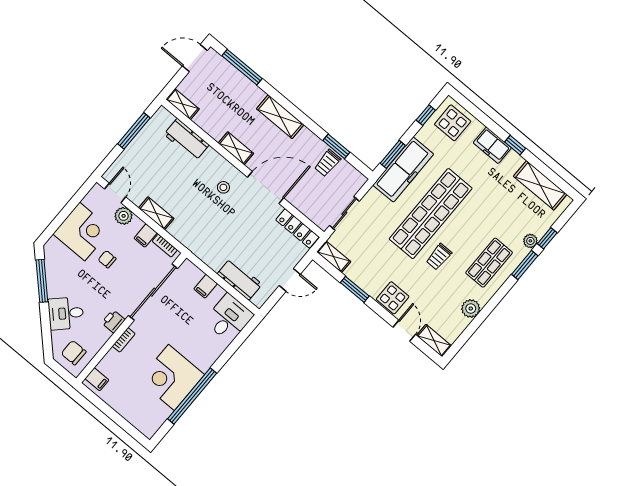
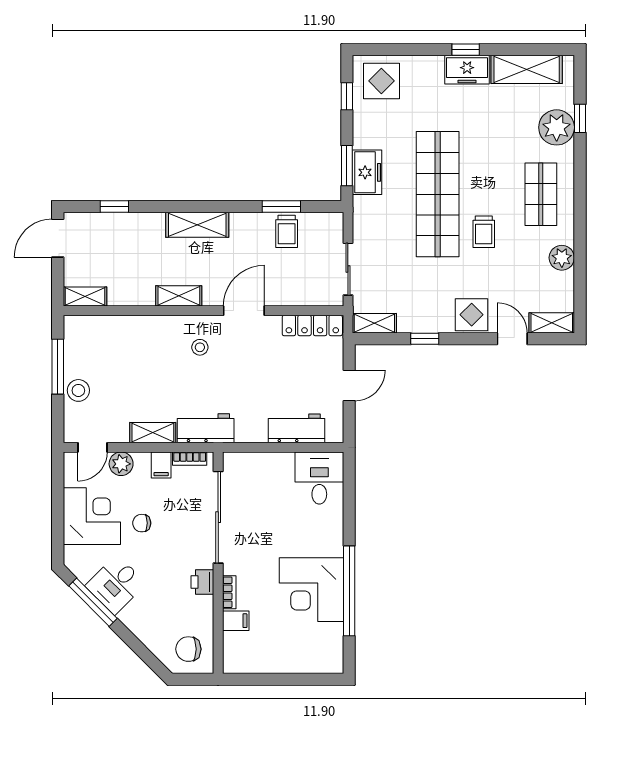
window: (242, 67) -> (114, 206), width x0.46
workbench: (186, 139) -> (206, 428), moved, turned 180
freezer: (492, 145) -> (467, 70), moved
stool: (134, 154) -> (78, 390), added
freezer: (403, 170) -> (367, 172), width x0.52, depth x0.79
door: (266, 188) -> (244, 311), width x0.73
door: (115, 193) -> (92, 447), swing flipped
plant: (530, 241) -> (557, 127), width x1.88, depth x1.88
window: (525, 265) -> (580, 166), removed
filing cabinet: (206, 286) -> (268, 465), removed
window: (355, 289) -> (425, 339), width x0.67
desk: (66, 313) -> (116, 585), moved
filing cabinet: (97, 379) -> (236, 621), moved

